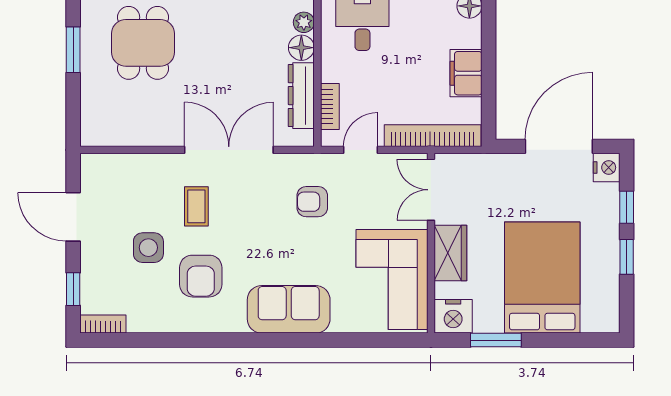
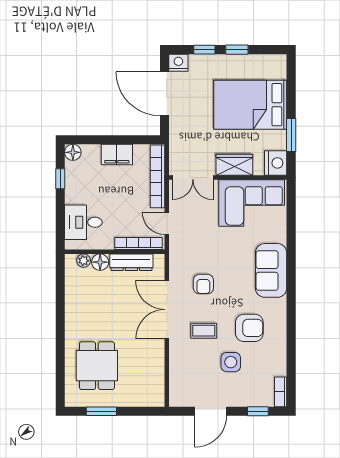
dining table: (143, 43) -> (97, 366), turned 90
bookcase: (330, 106) -> (139, 244), width x1.56
armchair: (312, 202) -> (203, 284), moved

